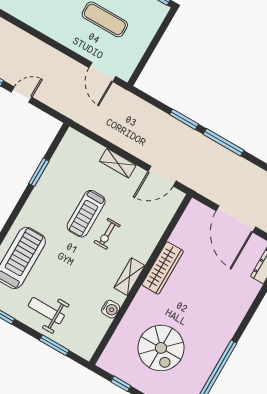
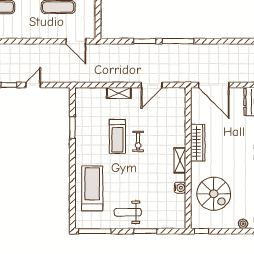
wardrobe: (163, 268) -> (198, 143), moved
shelving: (129, 277) -> (180, 160), moved
wall: (141, 280) -> (188, 158), moved
water cooler: (111, 309) -> (180, 188), moved

